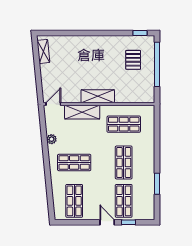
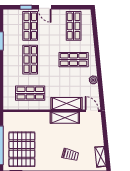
trolley: (78, 54) -> (70, 155), added
pallet: (133, 60) -> (22, 149), width x2.05, depth x2.00
shelving: (98, 96) -> (65, 118), moved
door: (53, 104) -> (92, 111), swing flipped

